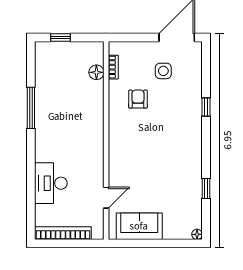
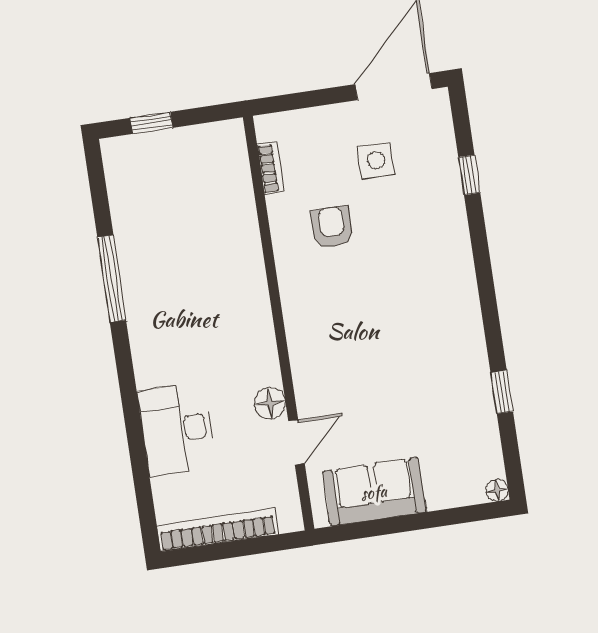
floor lamp: (96, 72) -> (270, 403), moved
window: (206, 107) -> (469, 175), moved

